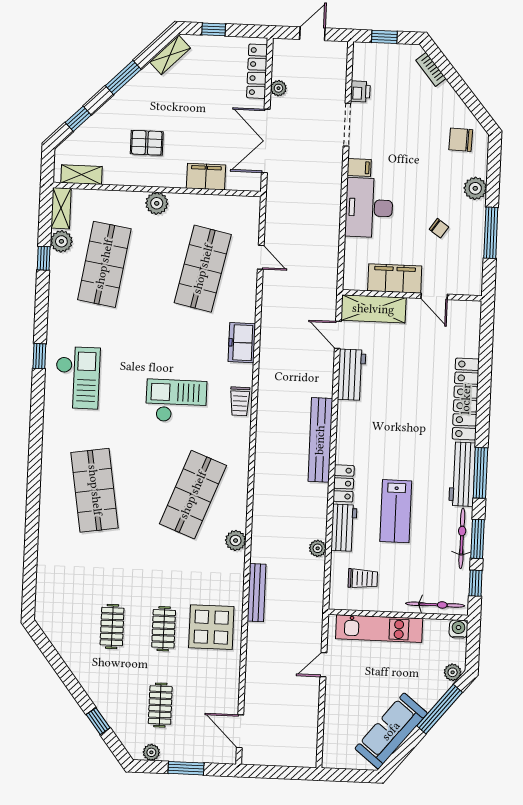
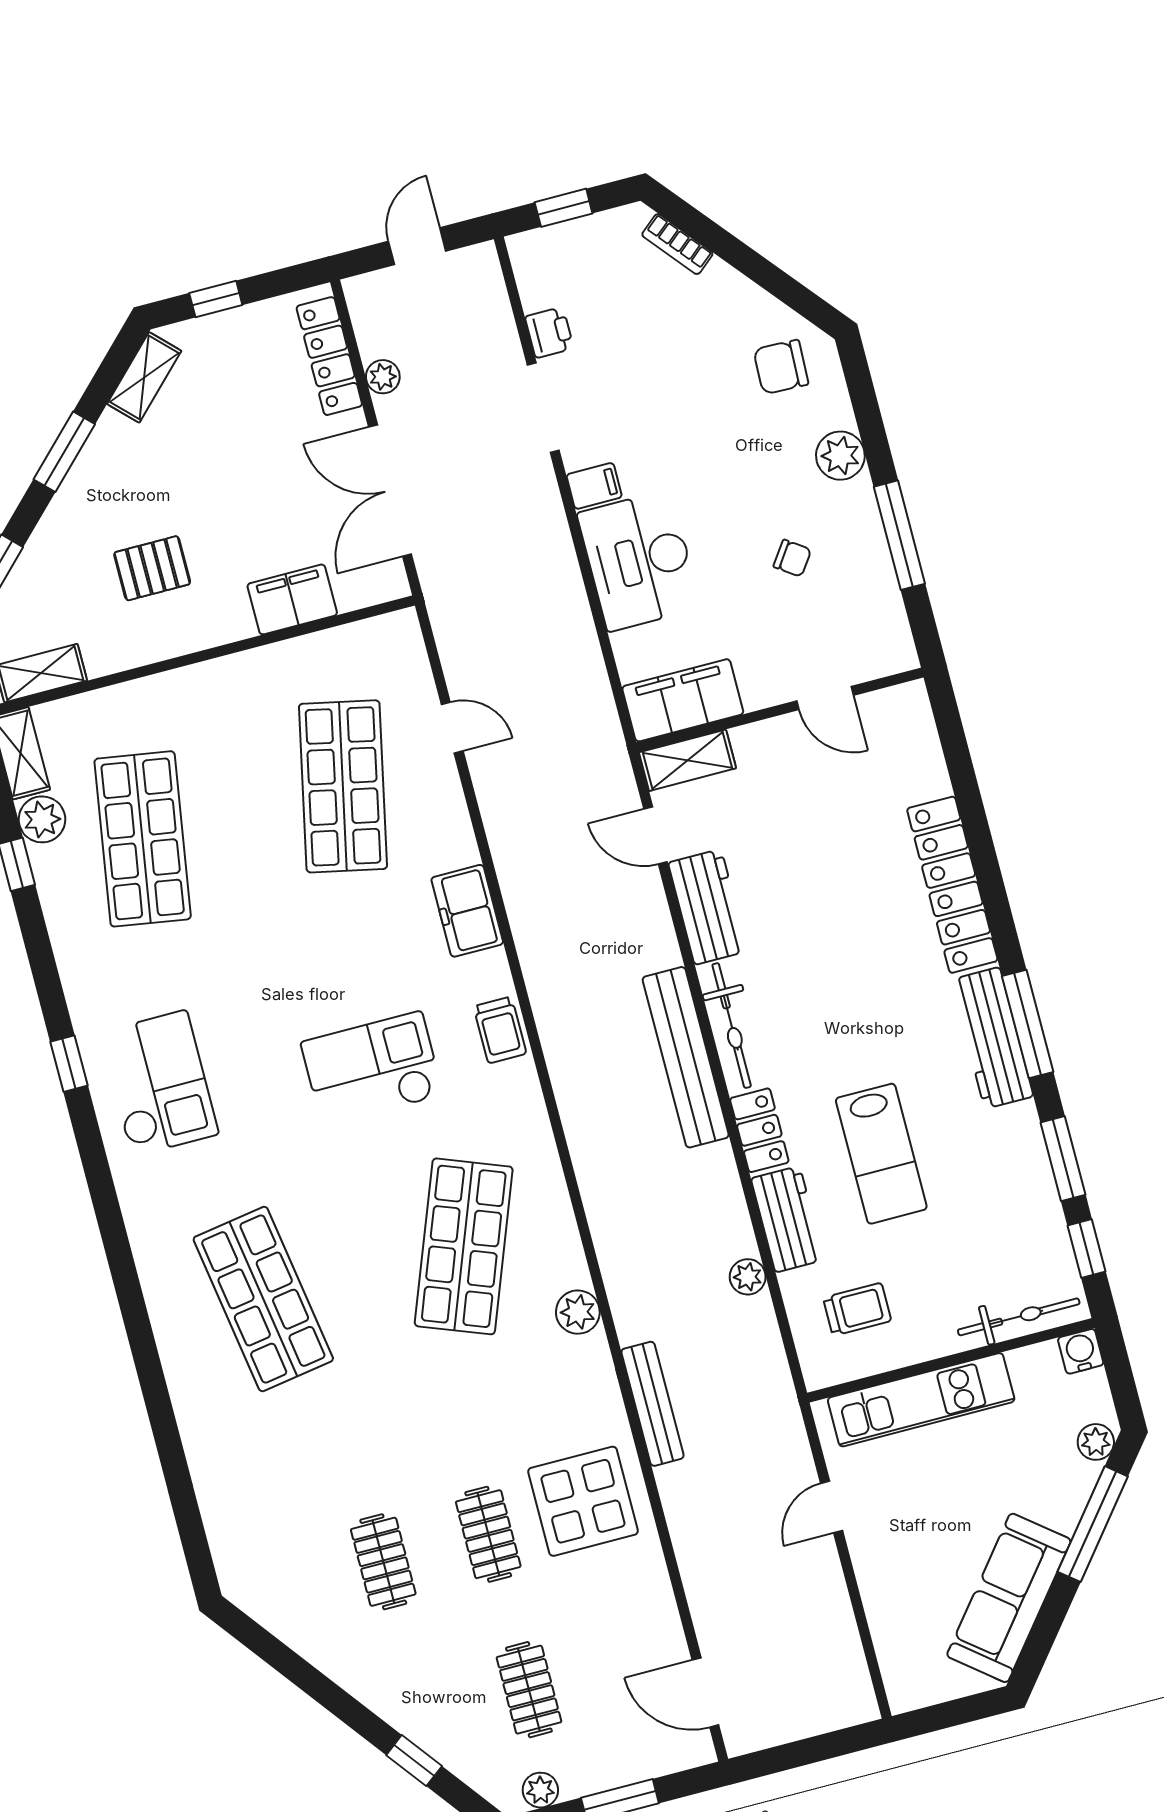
plant: (157, 203) -> (210, 684), removed
filing cabinet: (395, 278) -> (683, 700), moved
shelving: (373, 309) -> (687, 760), width x0.67, depth x0.75
bicycle: (462, 538) -> (732, 1026), moved, turned 180

